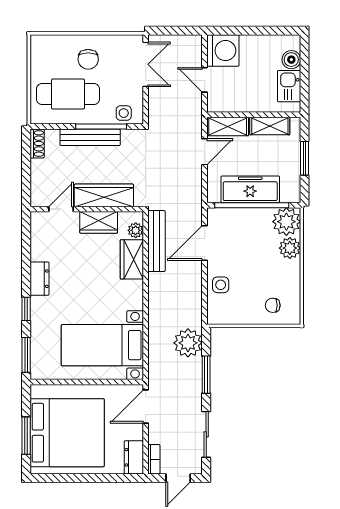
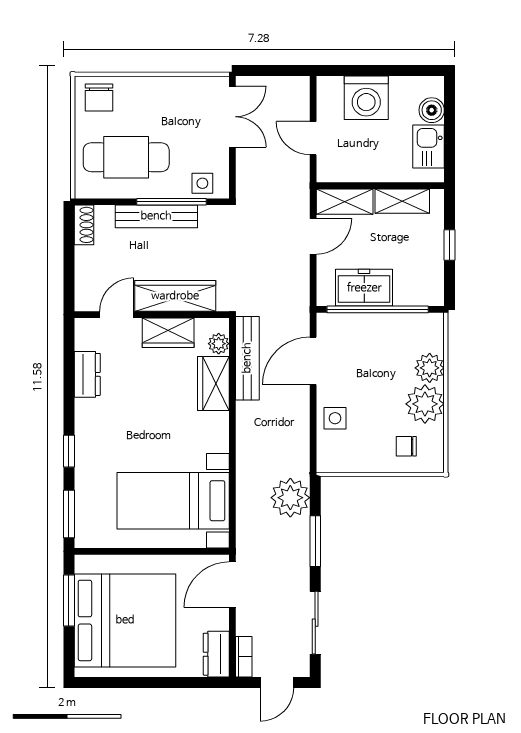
washing machine: (223, 51) -> (366, 98), moved, turned 90
chair: (88, 59) -> (99, 97), moved
window: (304, 158) -> (450, 245), width x0.67
freezer: (250, 189) -> (364, 288), width x0.71
plant: (286, 222) -> (425, 404), moved
dresser: (39, 279) -> (87, 374), moved
window: (26, 436) -> (69, 600), moved

